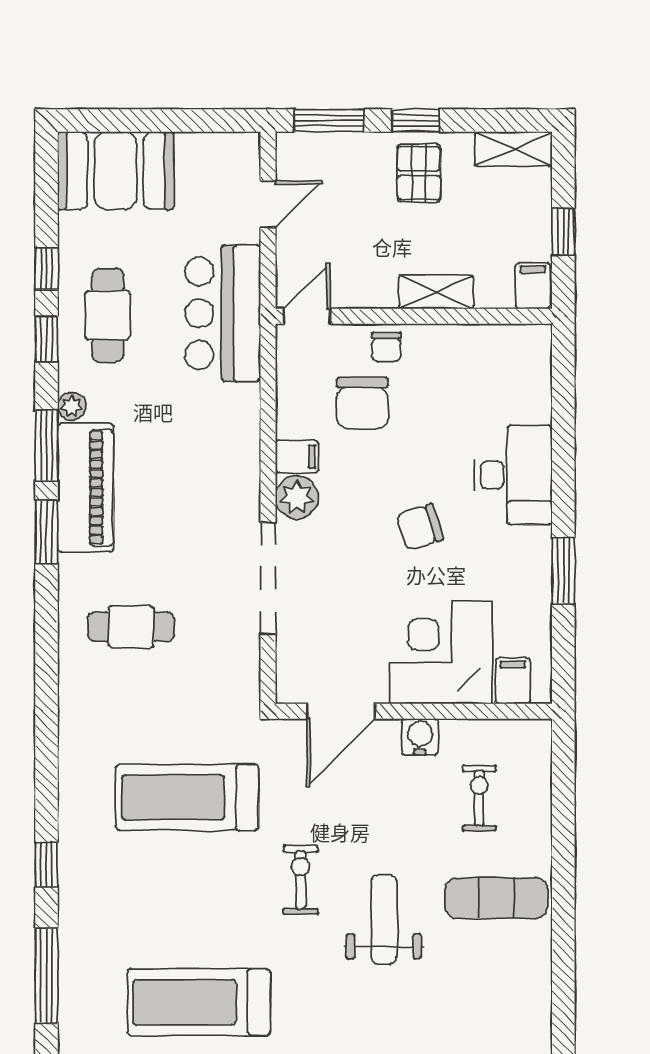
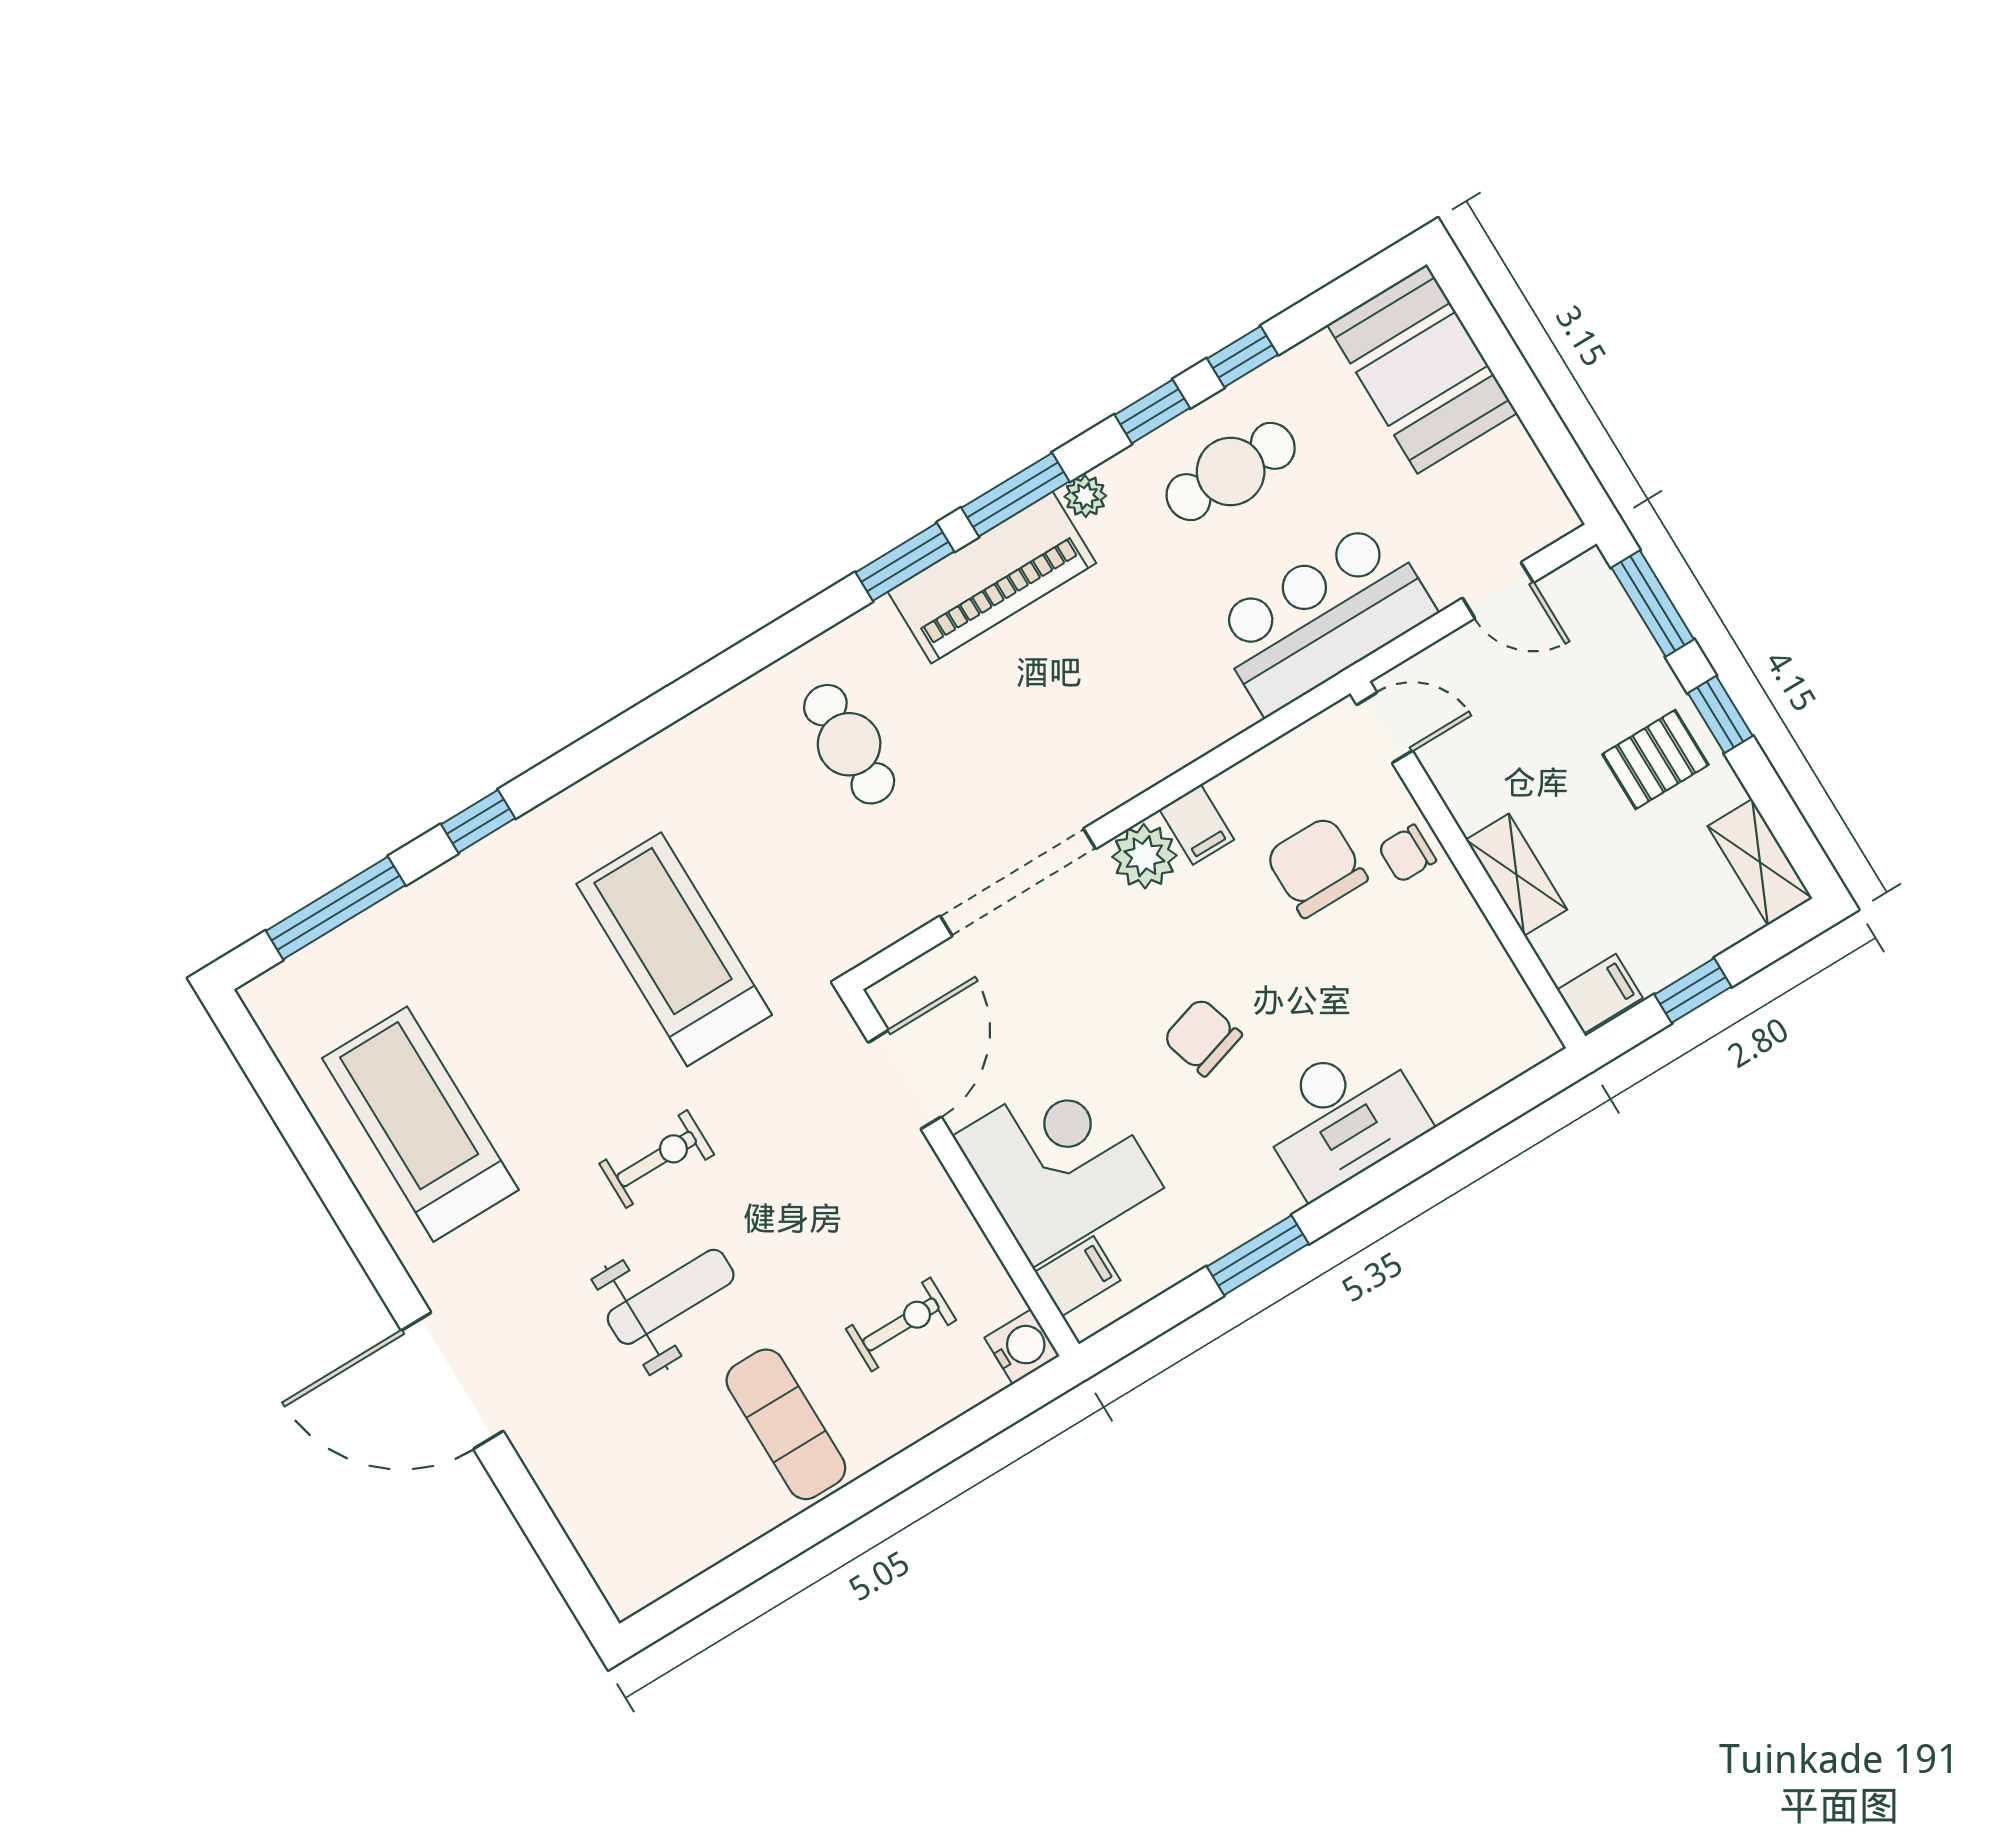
chair: (362, 403) -> (1316, 867), turned 90
door: (341, 711) -> (905, 1080), swing flipped
water cooler: (420, 737) -> (1022, 1347), moved

